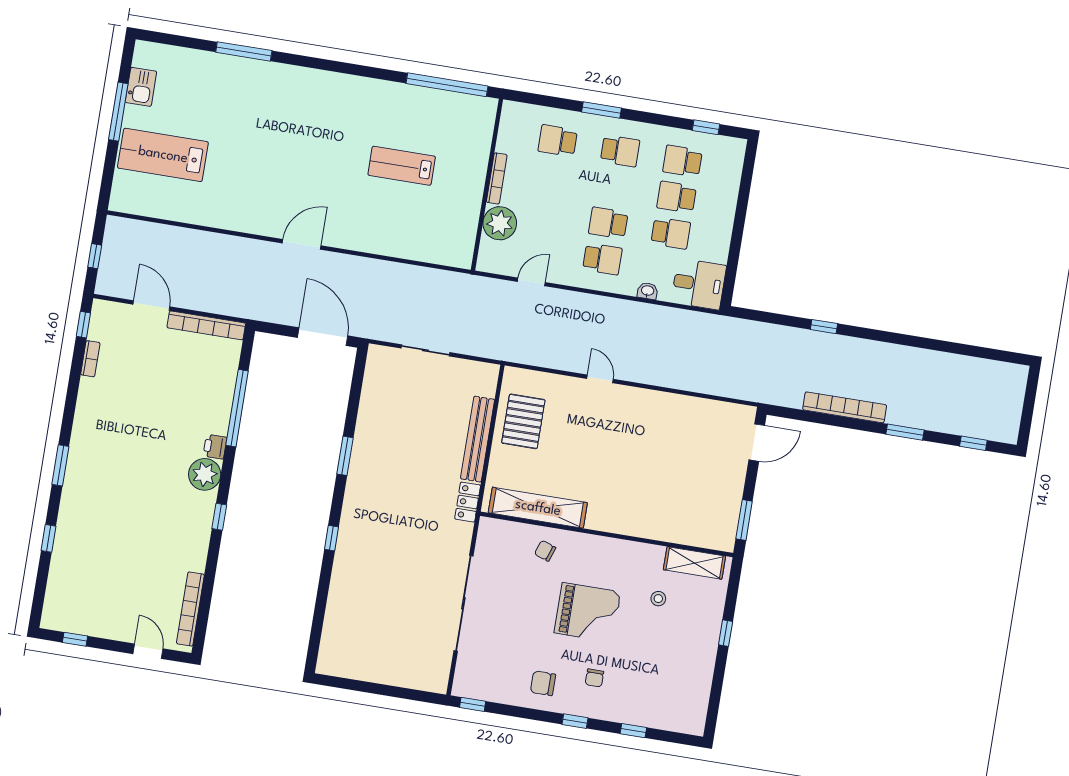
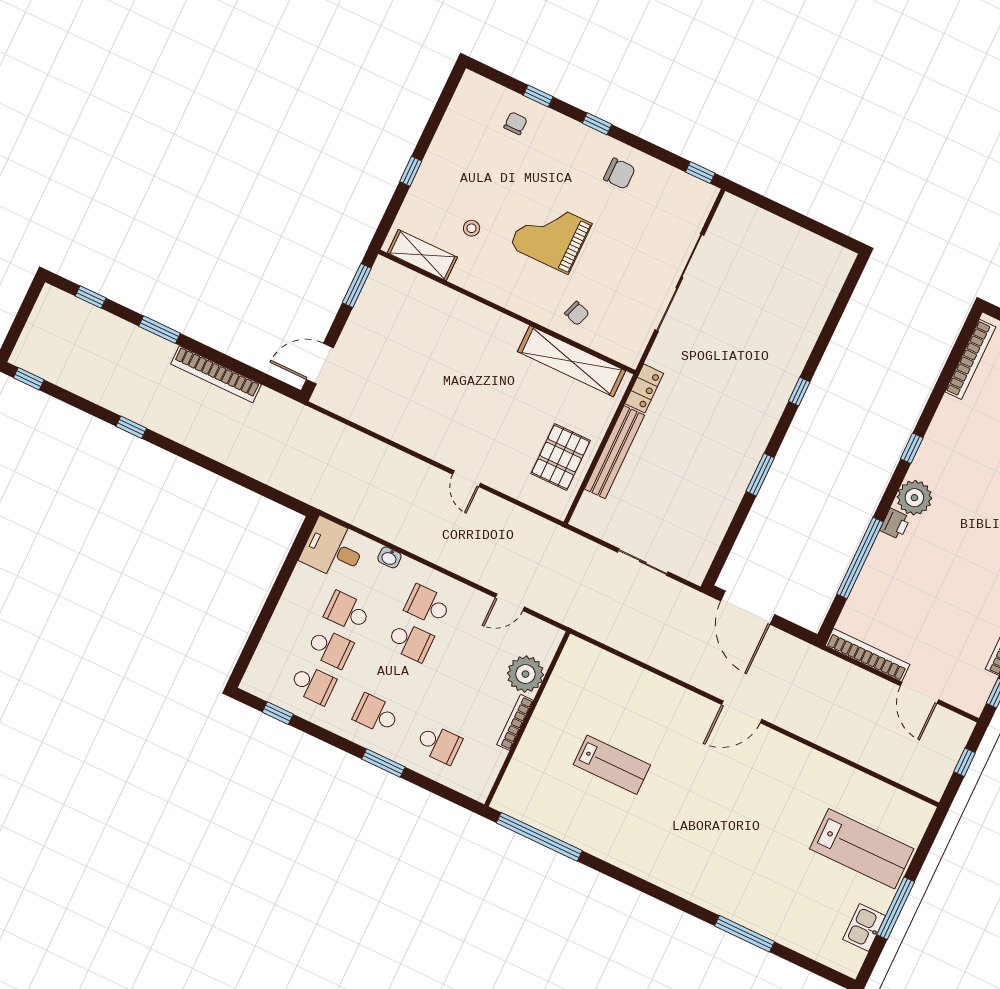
window: (824, 327) -> (131, 427), moved
window: (1007, 357) -> (29, 379), added
chair: (594, 678) -> (516, 123), moved

